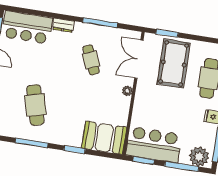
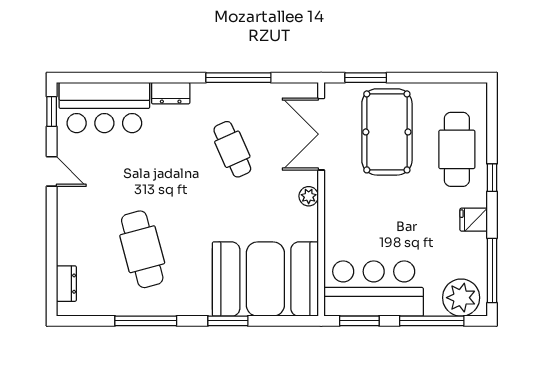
booth: (104, 138) -> (265, 279), width x1.36, depth x1.42

